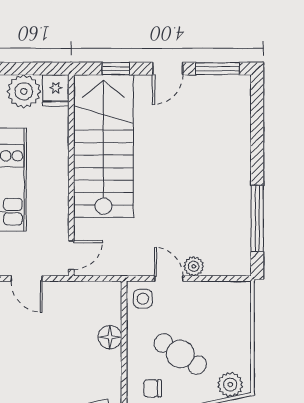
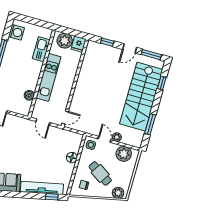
window: (257, 123) -> (162, 83), added
stairs: (103, 146) -> (141, 97), moved, turned 180
window: (257, 218) -> (150, 124), width x0.69
plant: (219, 298) -> (124, 154), added

